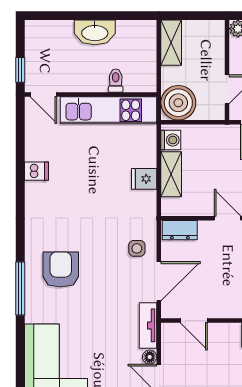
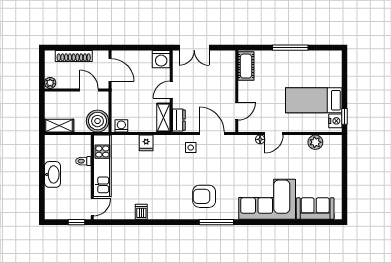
shelving: (171, 174) -> (163, 118), moved, turned 90
tv unit: (148, 325) -> (240, 140), removed

